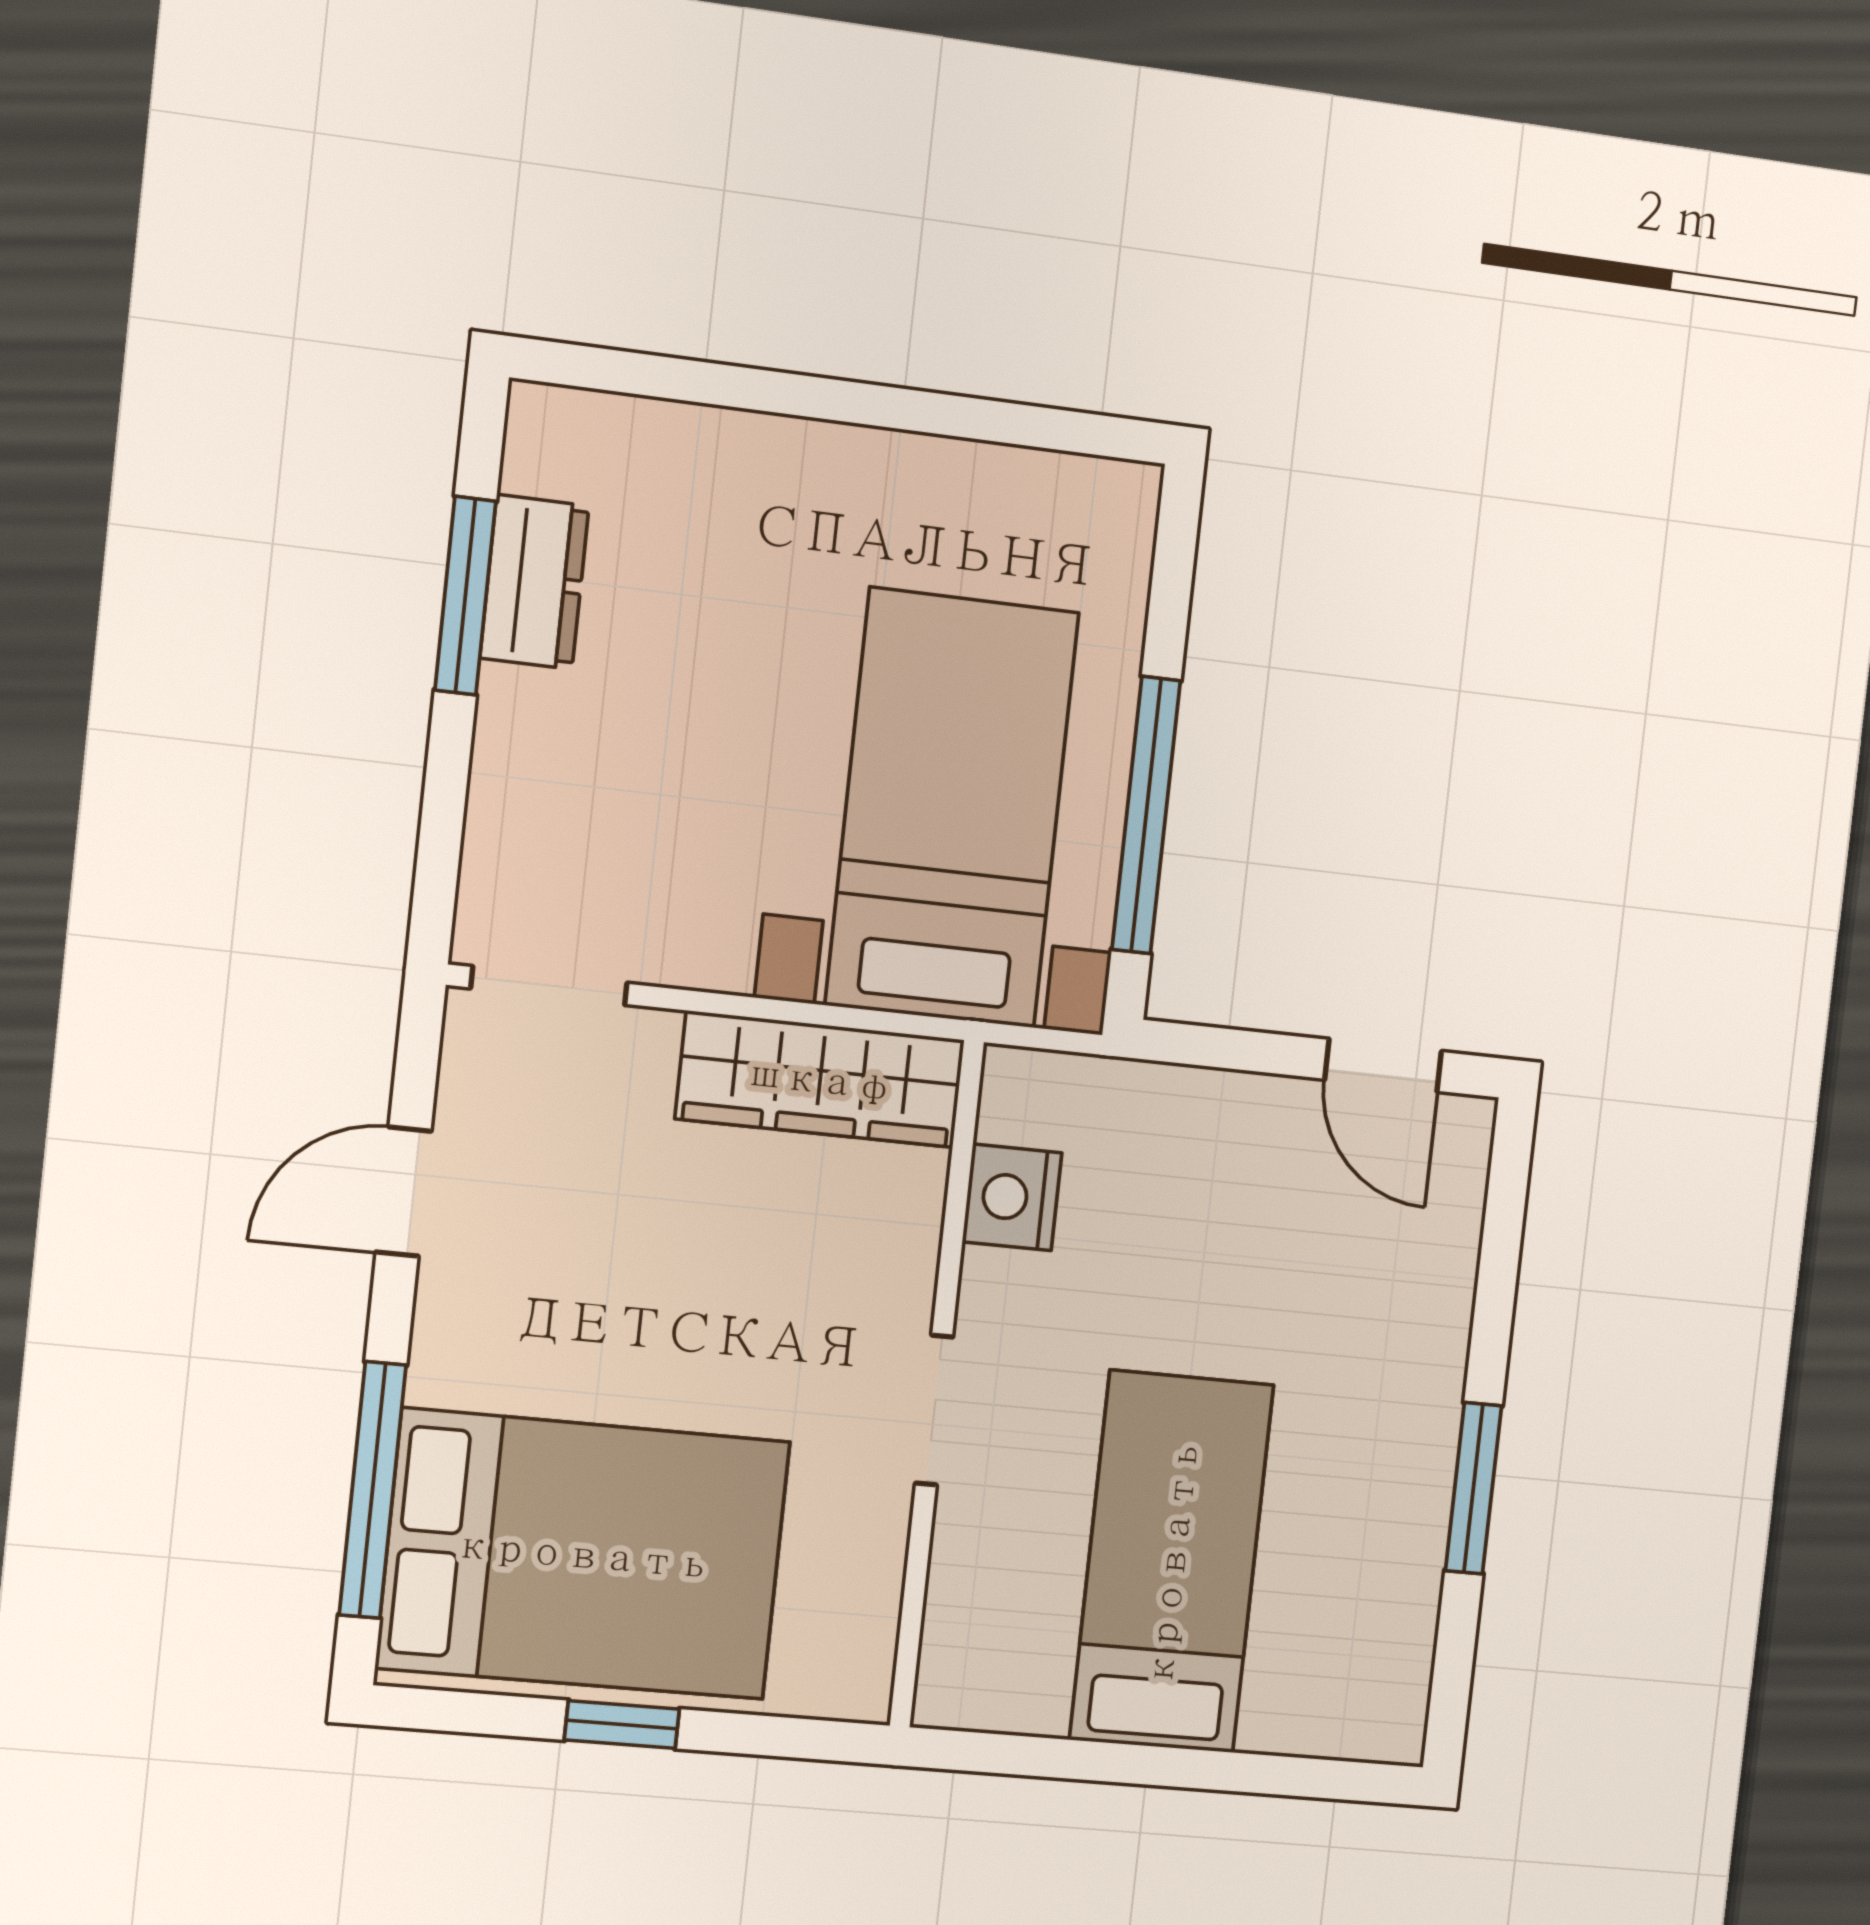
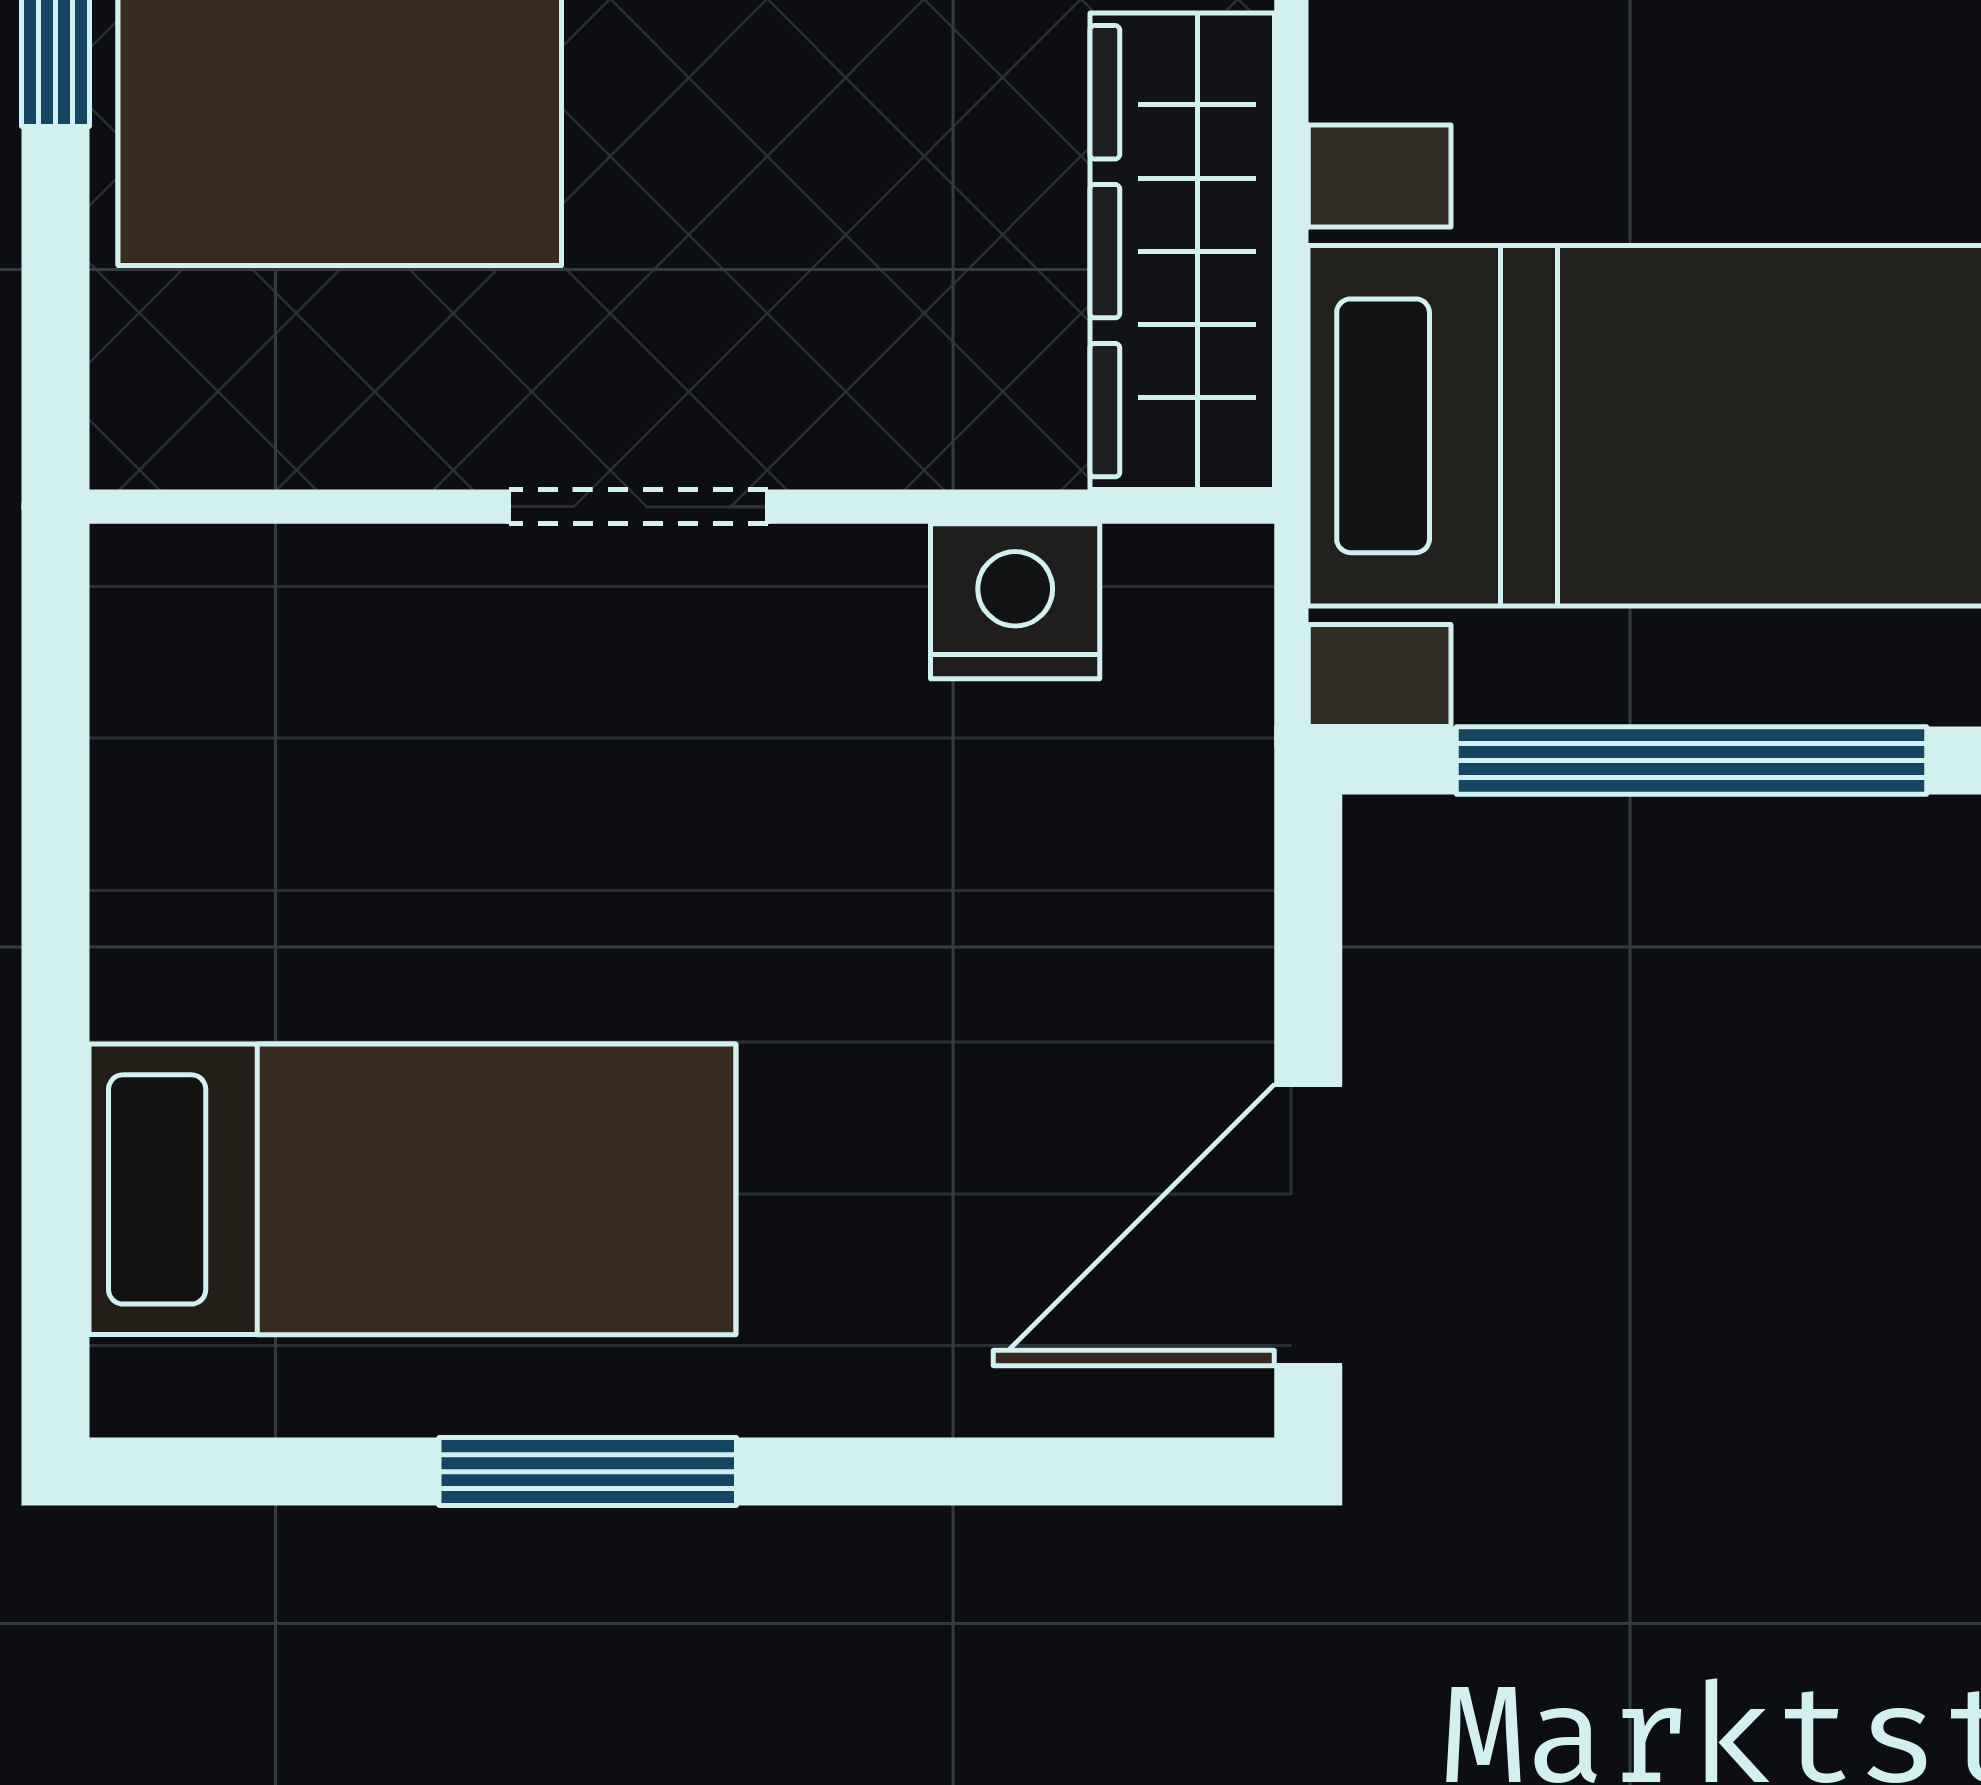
door: (1383, 1065) -> (1308, 1225), width x1.37
bed: (1172, 1562) -> (412, 1189), moved

